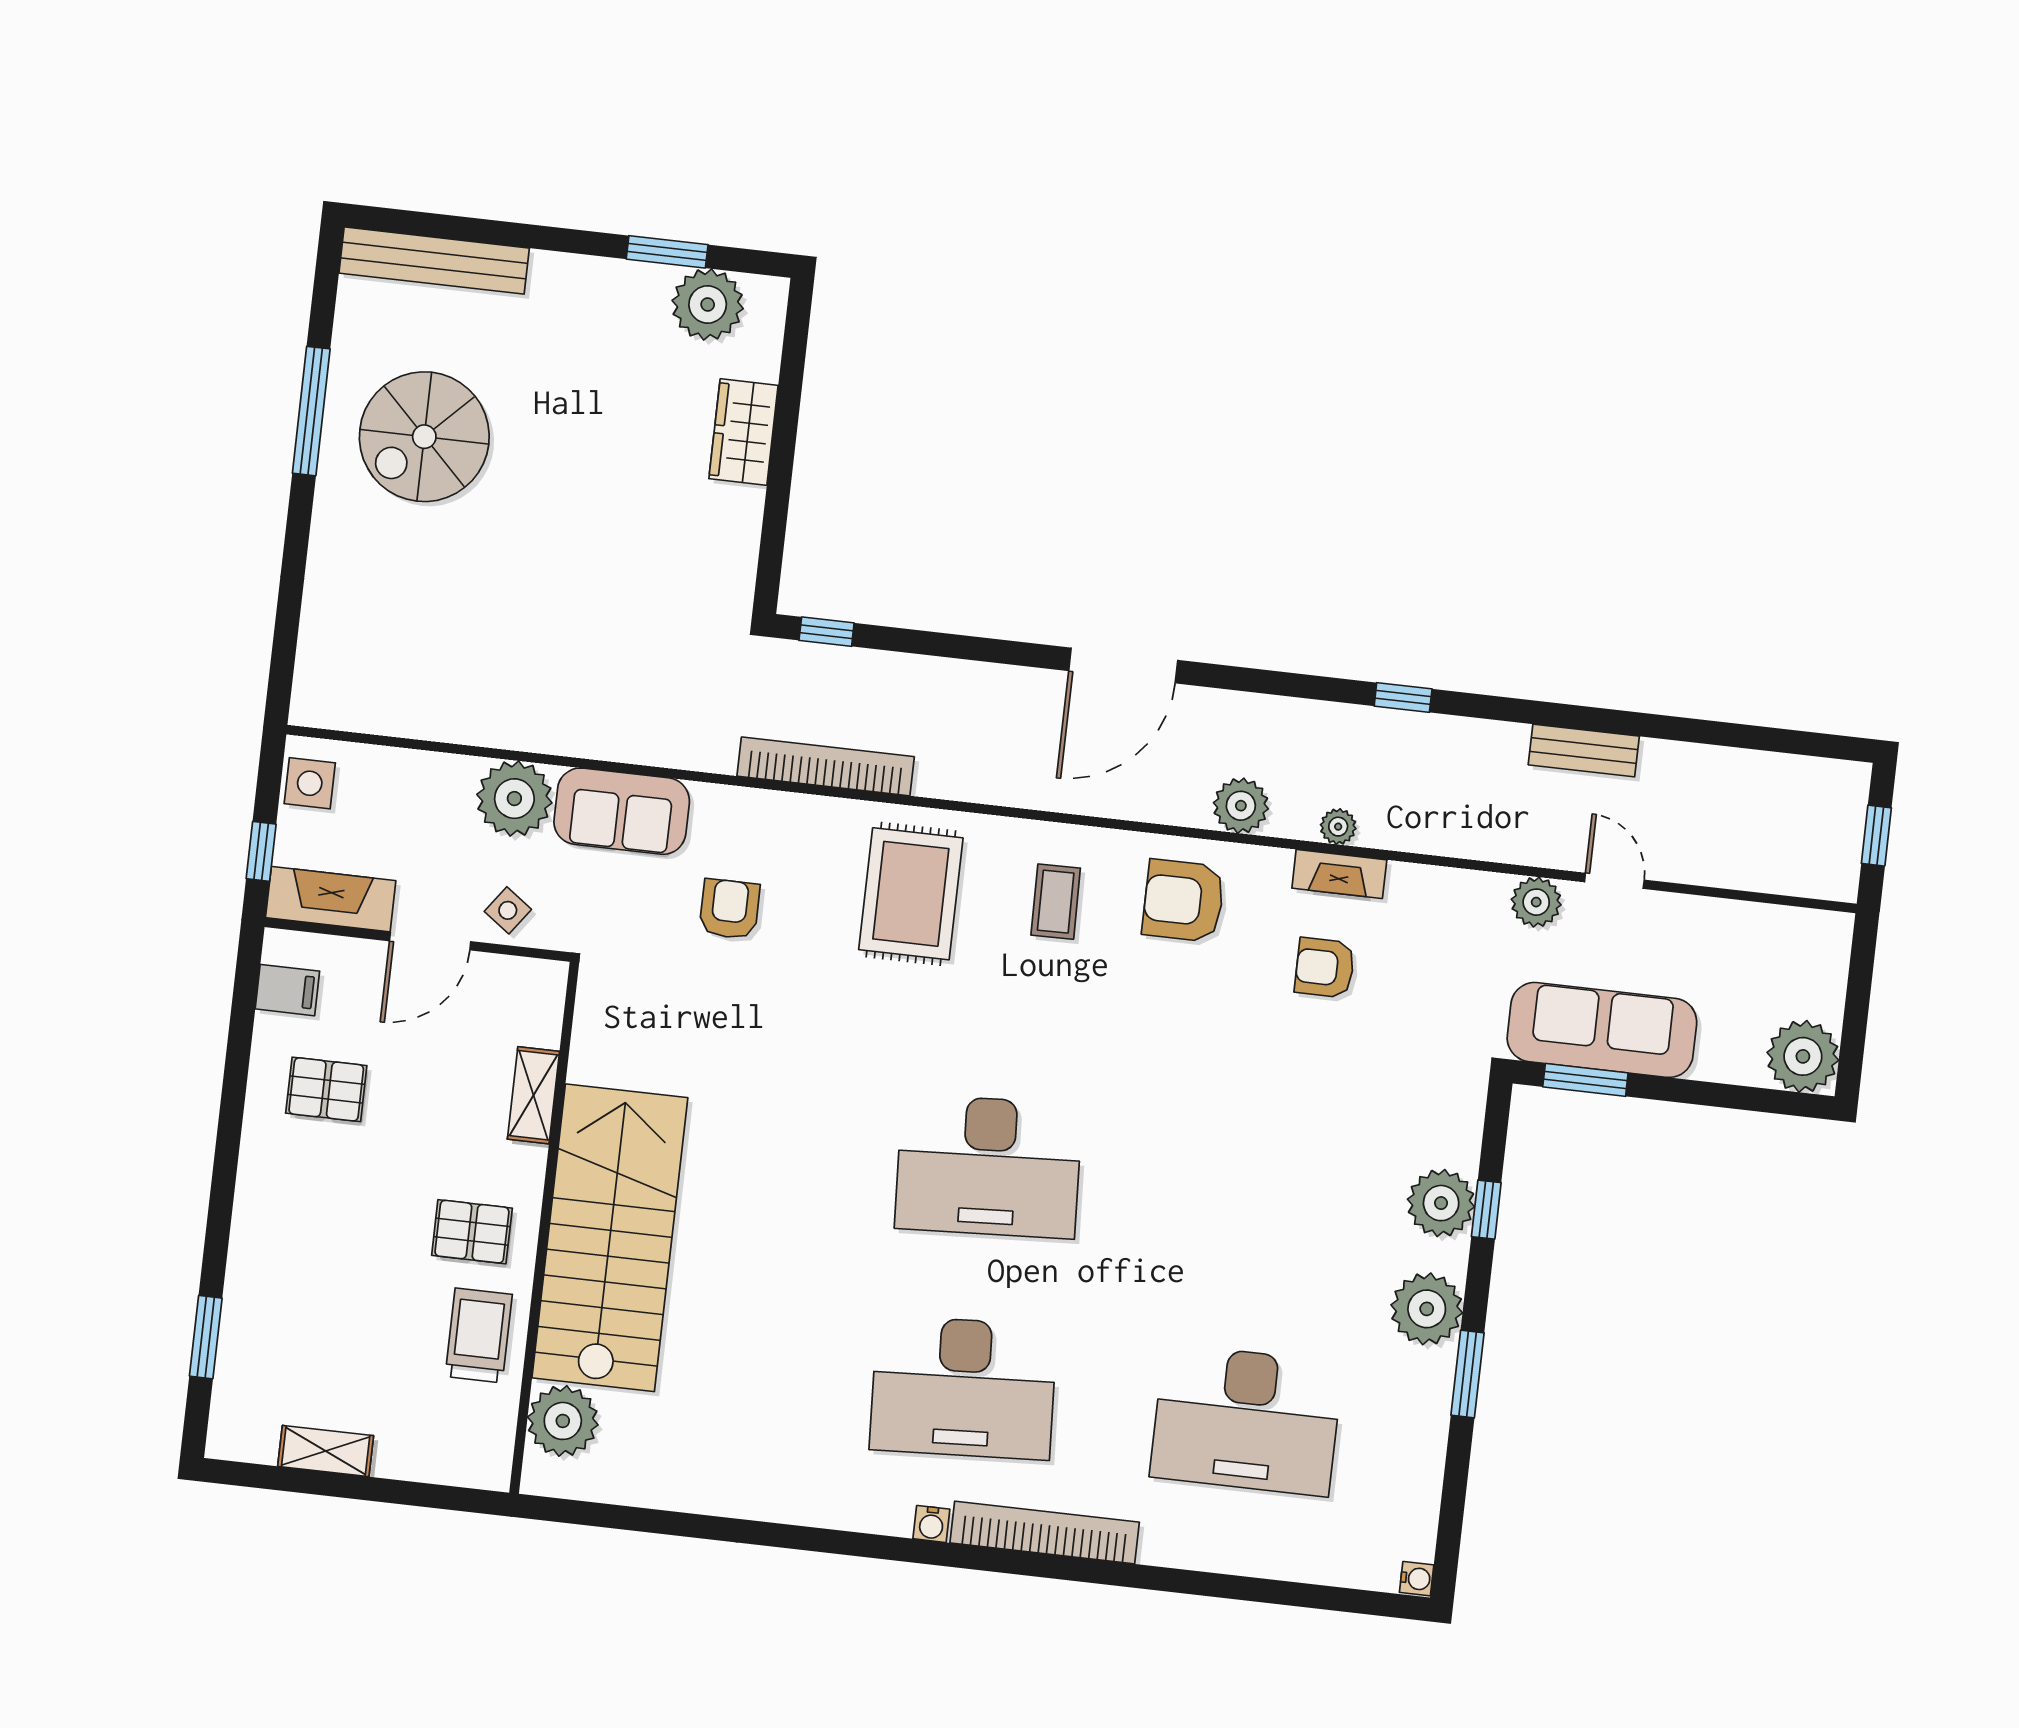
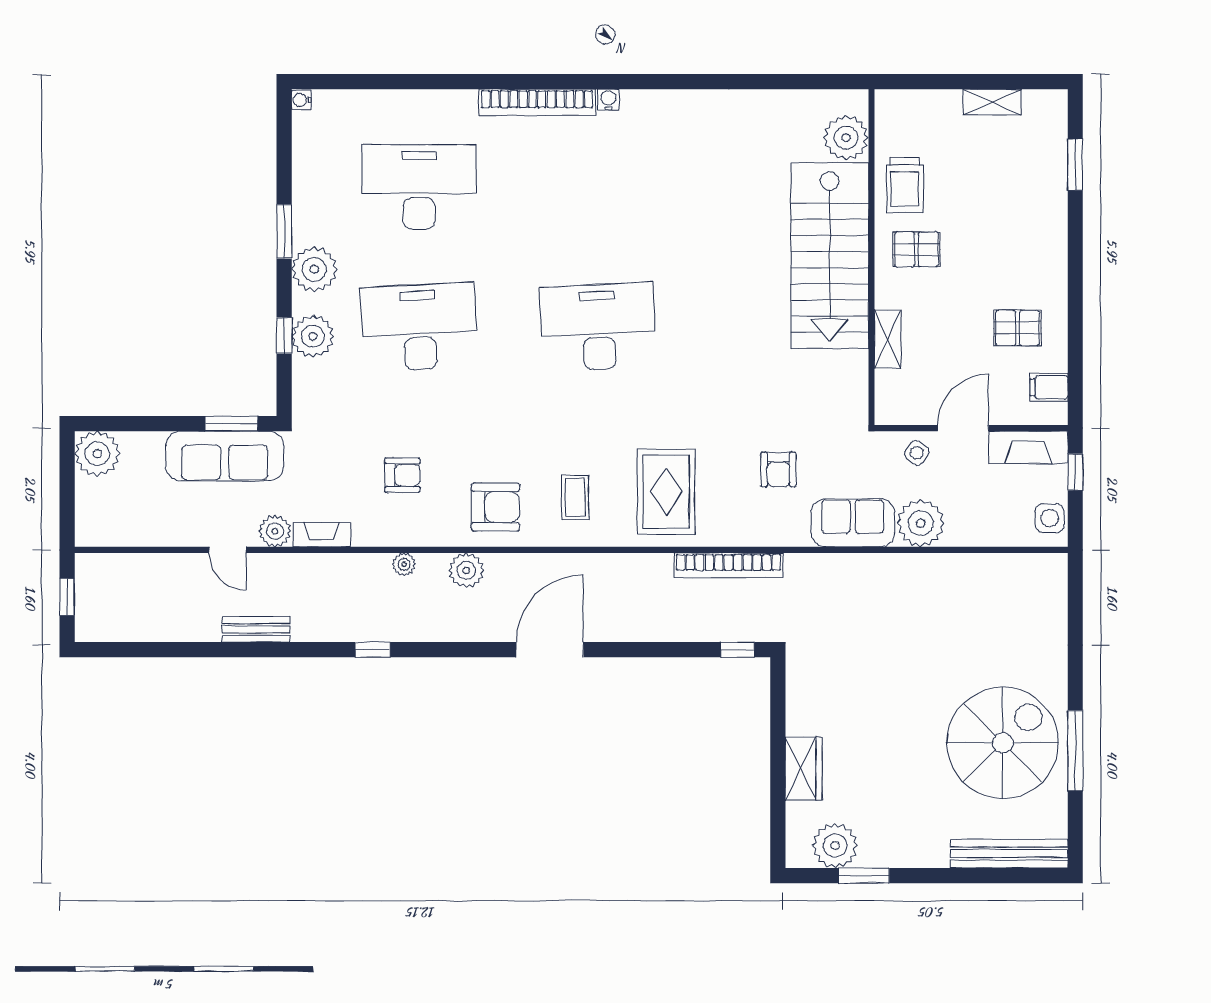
spiral stairs: (424, 437) -> (1003, 743), width x1.37, depth x1.37
fireplace: (1339, 874) -> (322, 535), moved
desk: (963, 1388) -> (419, 327), moved

